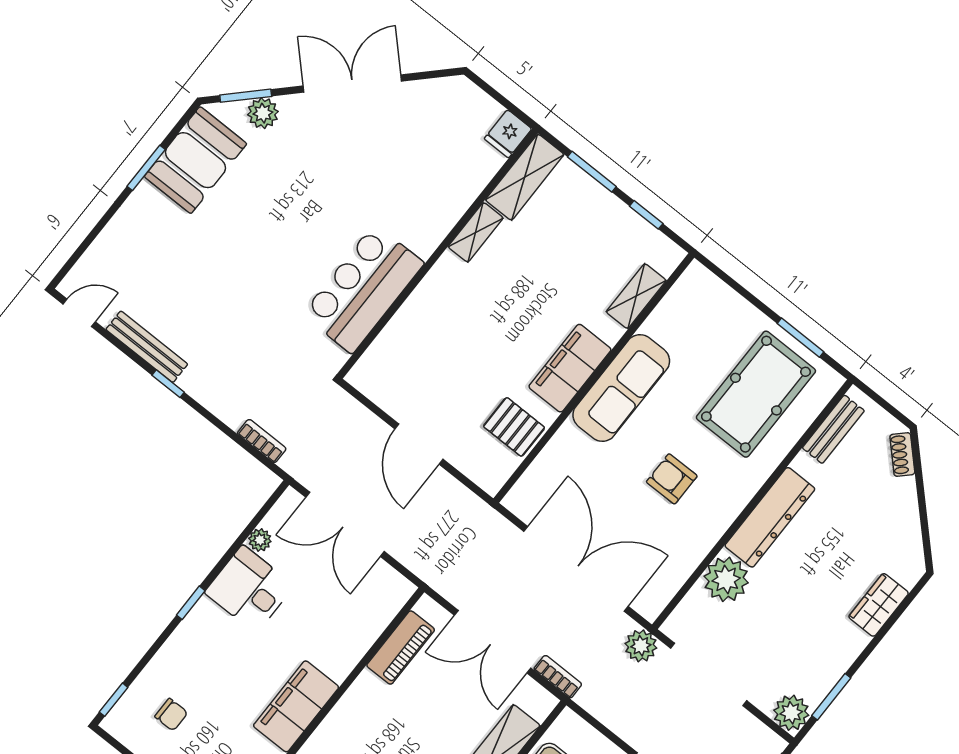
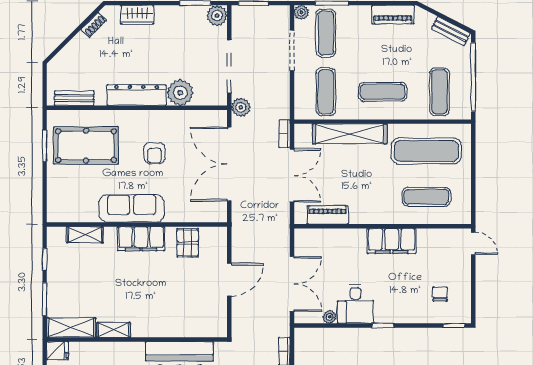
shoe rack: (902, 454) -> (94, 25), moved

